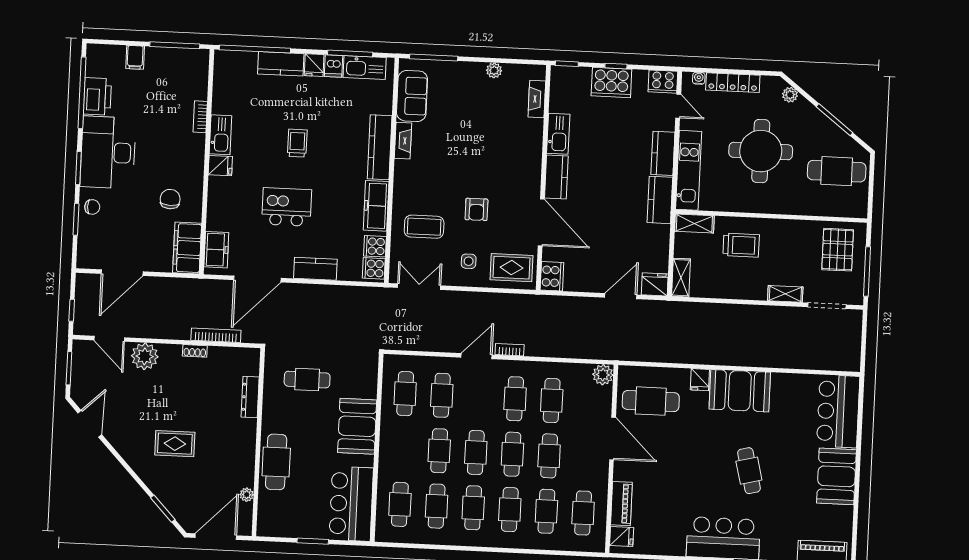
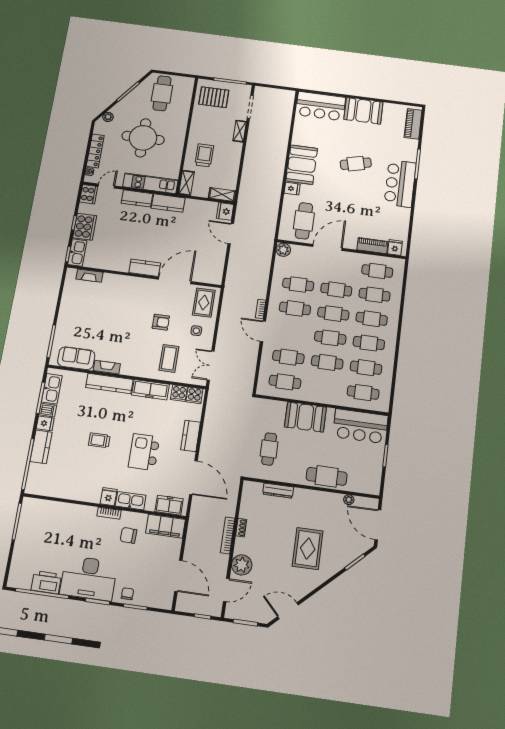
filing cabinet: (135, 57) -> (22, 551), removed
plant: (494, 70) -> (66, 302), removed
bookcase: (200, 117) -> (109, 513), moved
kitchen sink: (558, 134) -> (77, 253), moved, turned 90
kitchen sink: (220, 135) -> (131, 501), moved
cooker: (552, 276) -> (213, 277), removed
bookcase: (216, 335) -> (228, 535), moved
rug: (175, 444) -> (308, 549), width x1.36, depth x1.43

